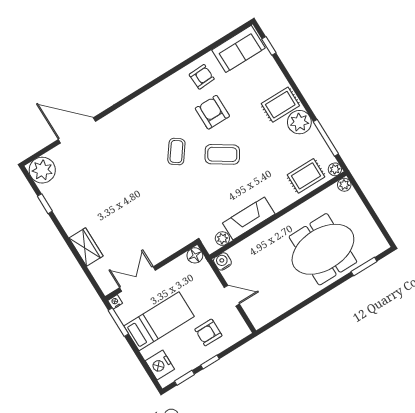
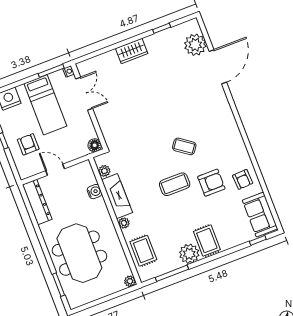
coffee table: (222, 154) -> (175, 184), turned 57
plant: (335, 169) -> (124, 223), moved
plant: (42, 170) -> (195, 45), moved
wardrobe: (86, 247) -> (132, 51), moved
water cooler: (222, 261) -> (95, 192), moved
door: (232, 296) -> (55, 170), swing flipped
dresser: (273, 309) -> (37, 202), added

